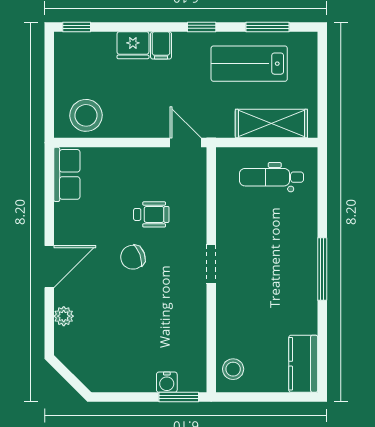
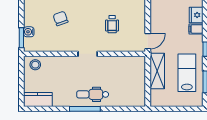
shelving: (271, 124) -> (157, 71), moved
dental chair: (272, 177) -> (93, 94), moved, turned -90
chair: (133, 257) -> (61, 18), moved

